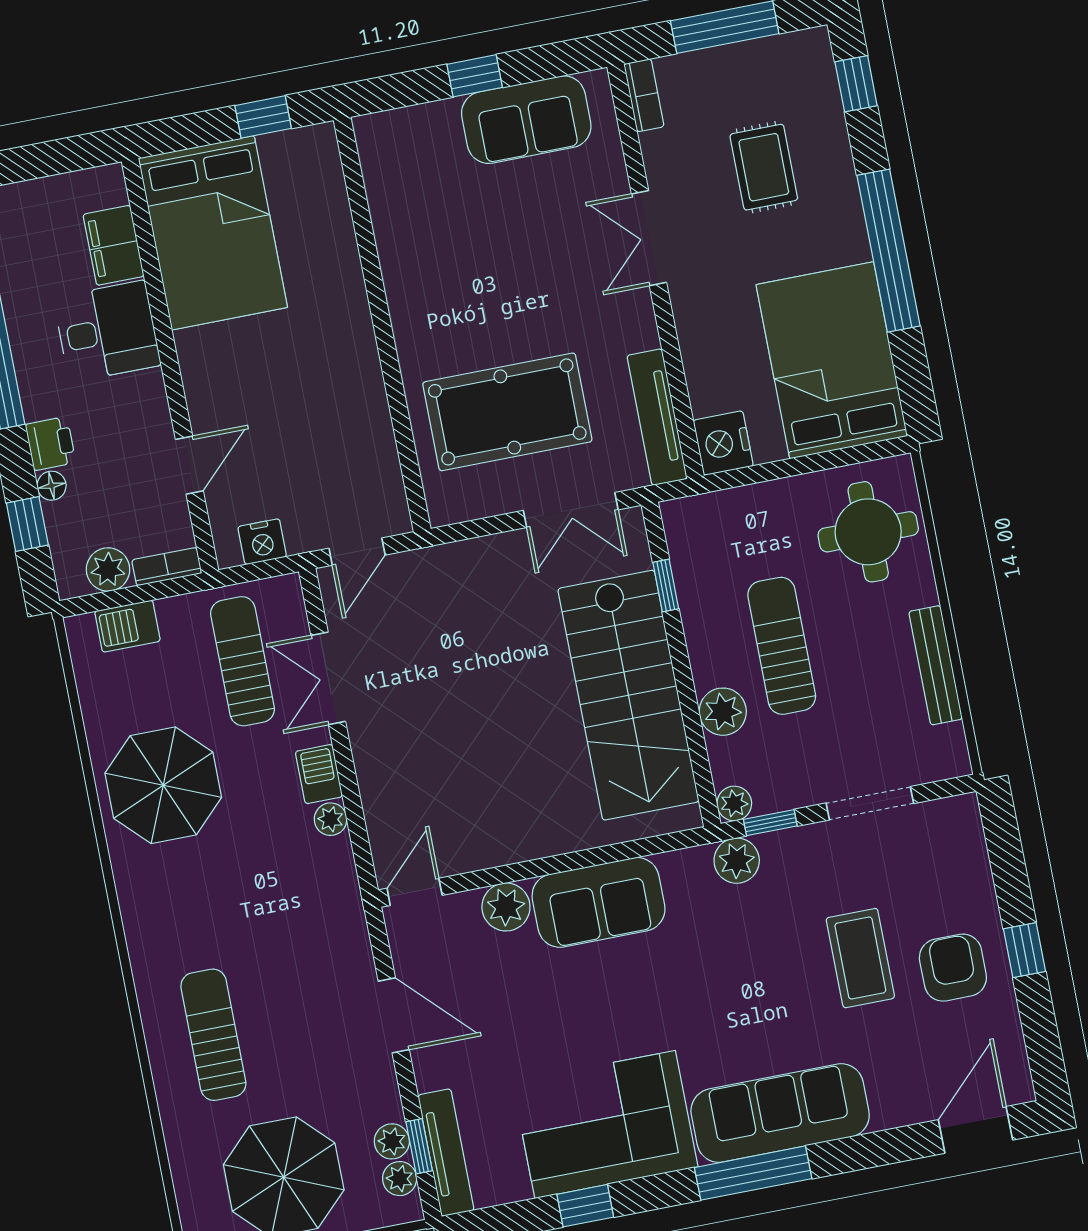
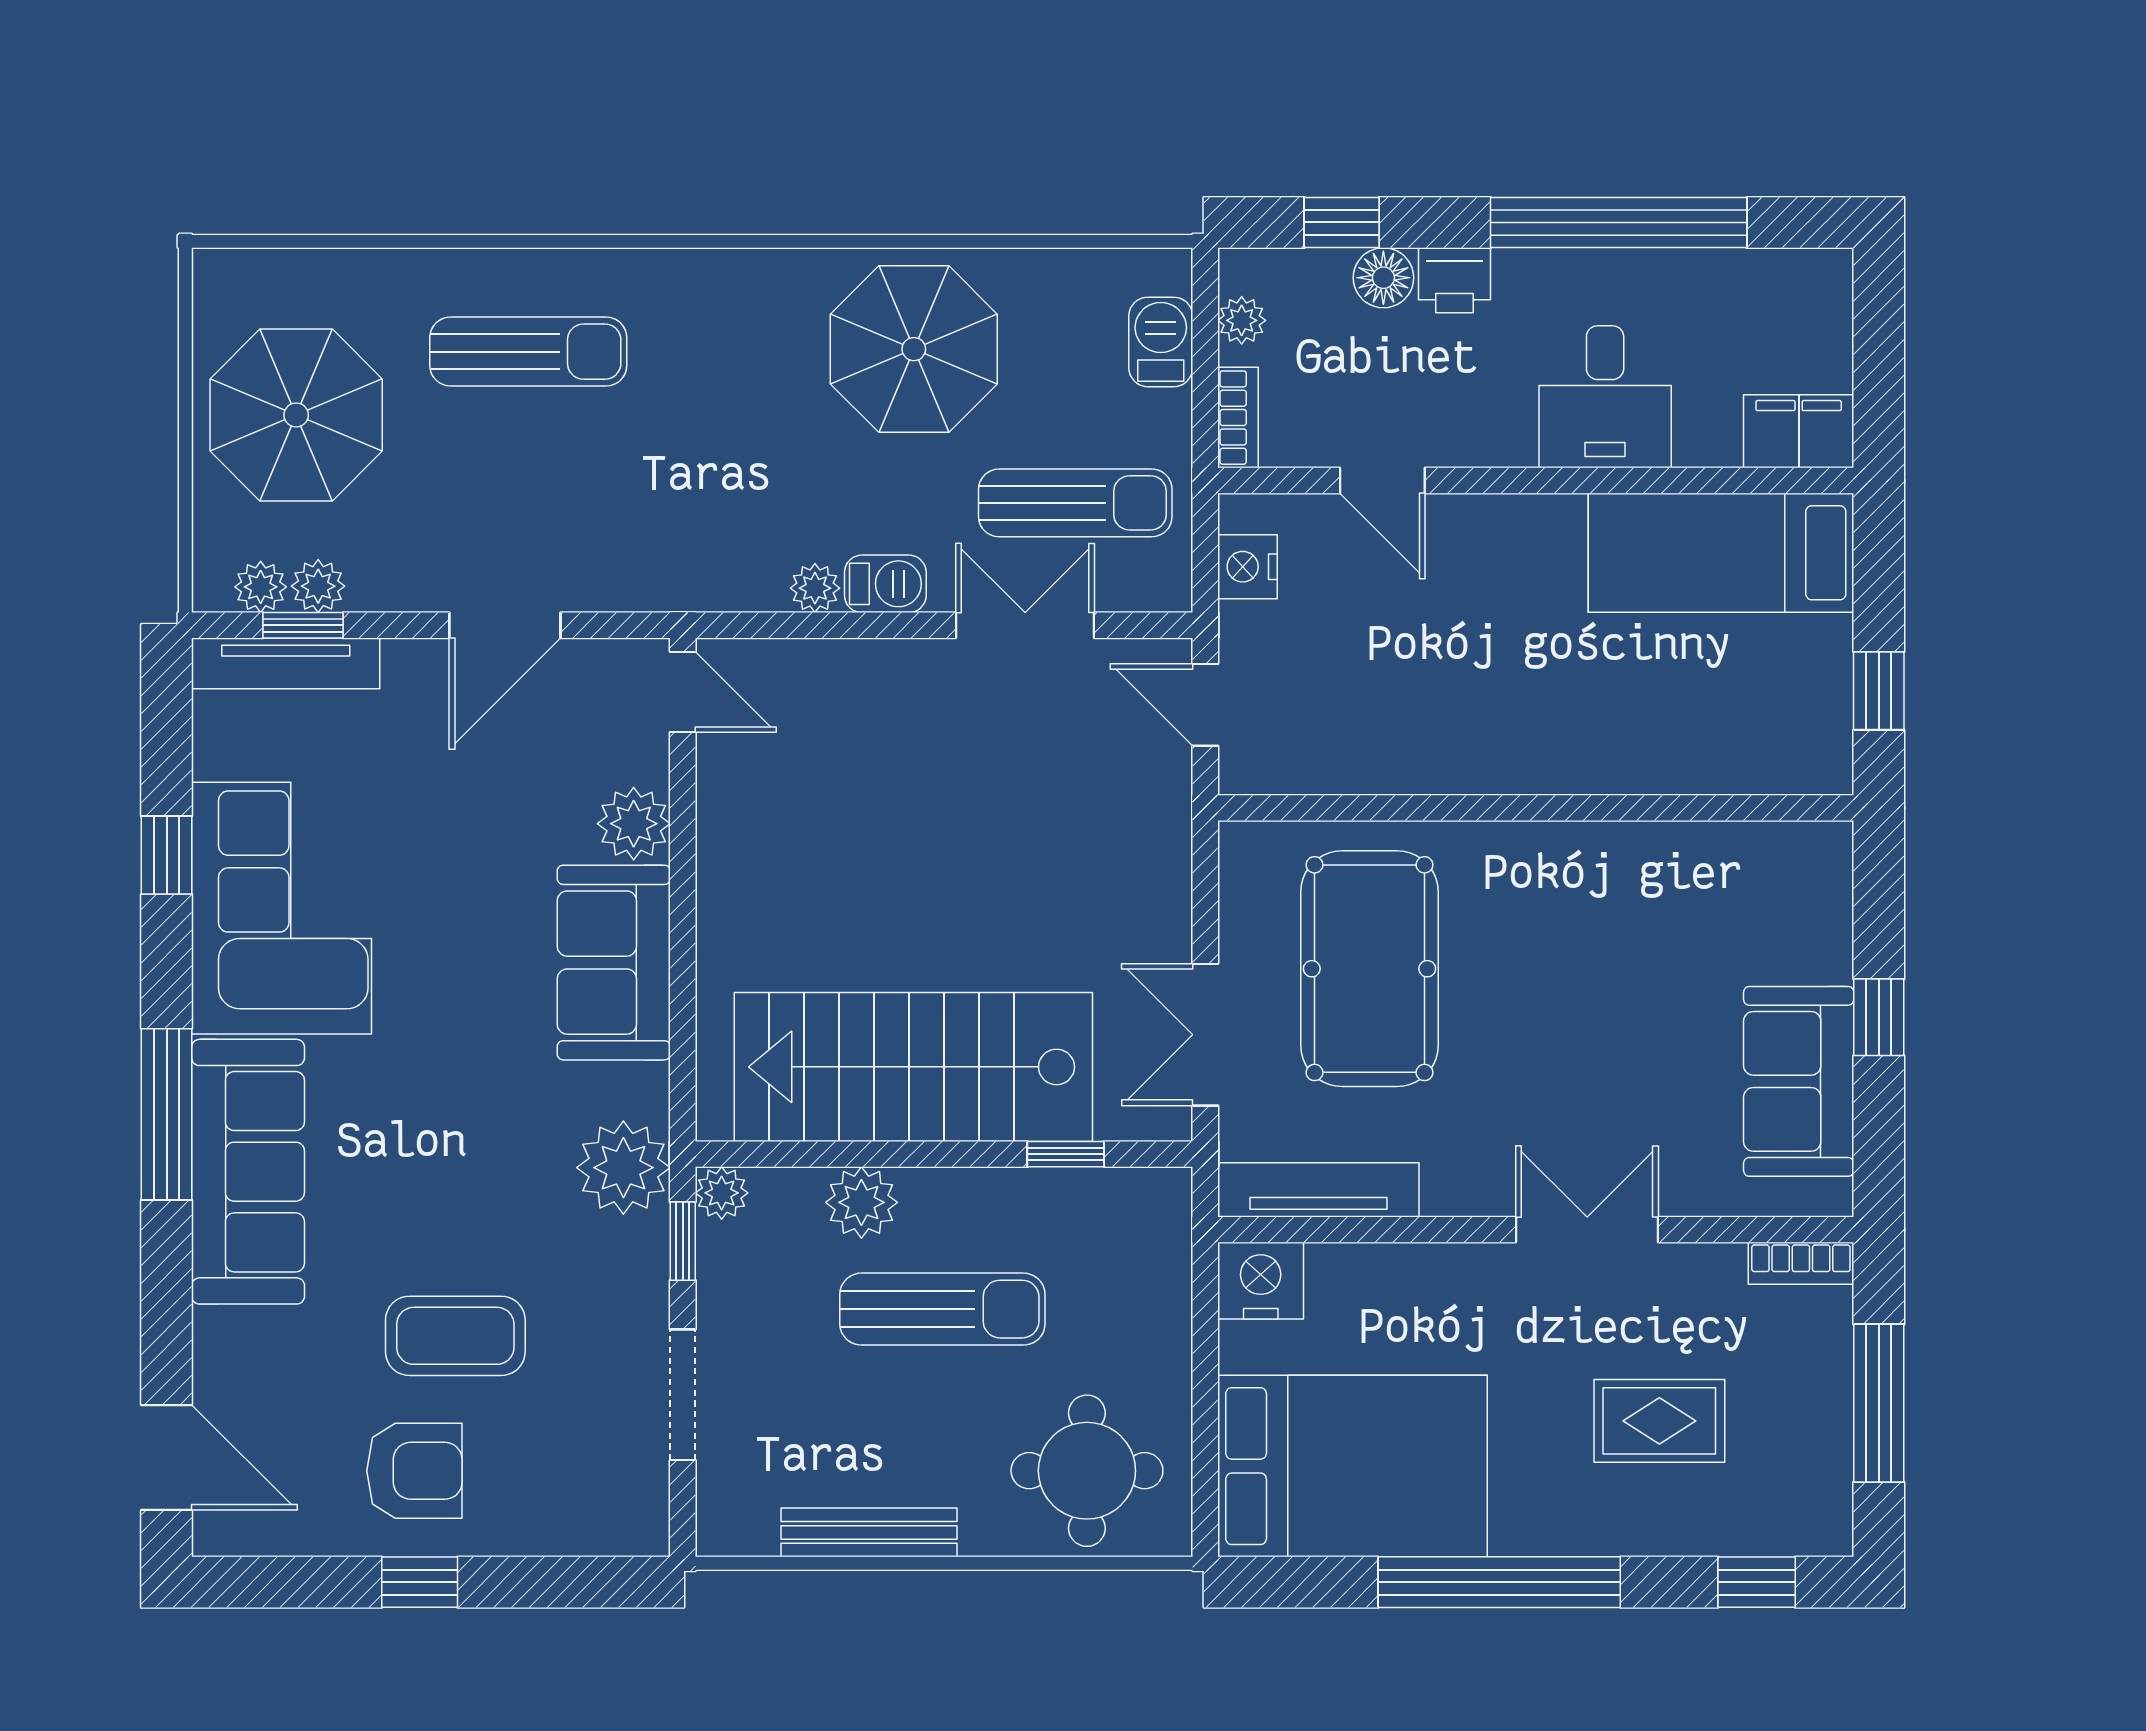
bed: (213, 233) -> (1721, 553), width x0.67
filing cabinet: (114, 245) -> (1799, 431), moved
floor lamp: (52, 486) -> (1383, 278), width x1.37, depth x1.37
plant: (108, 569) -> (1242, 320), width x0.73, depth x0.73
plant: (737, 861) -> (623, 1168), width x1.36, depth x1.36

